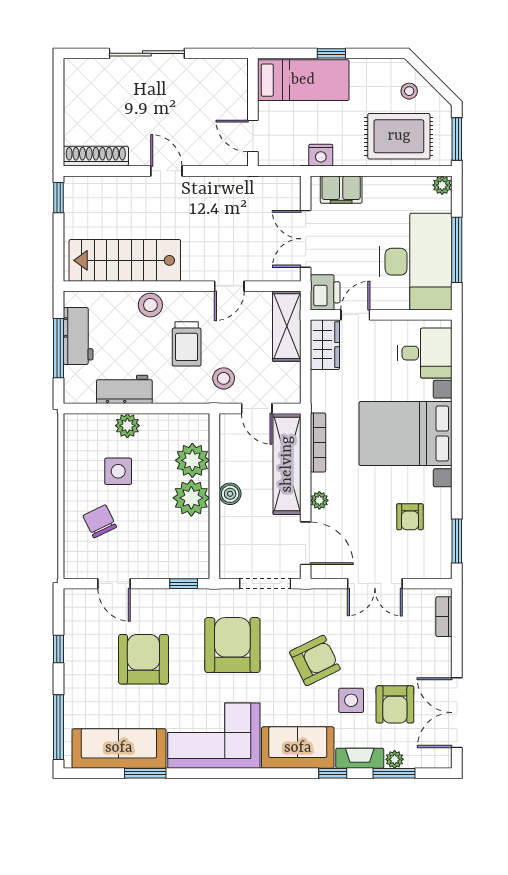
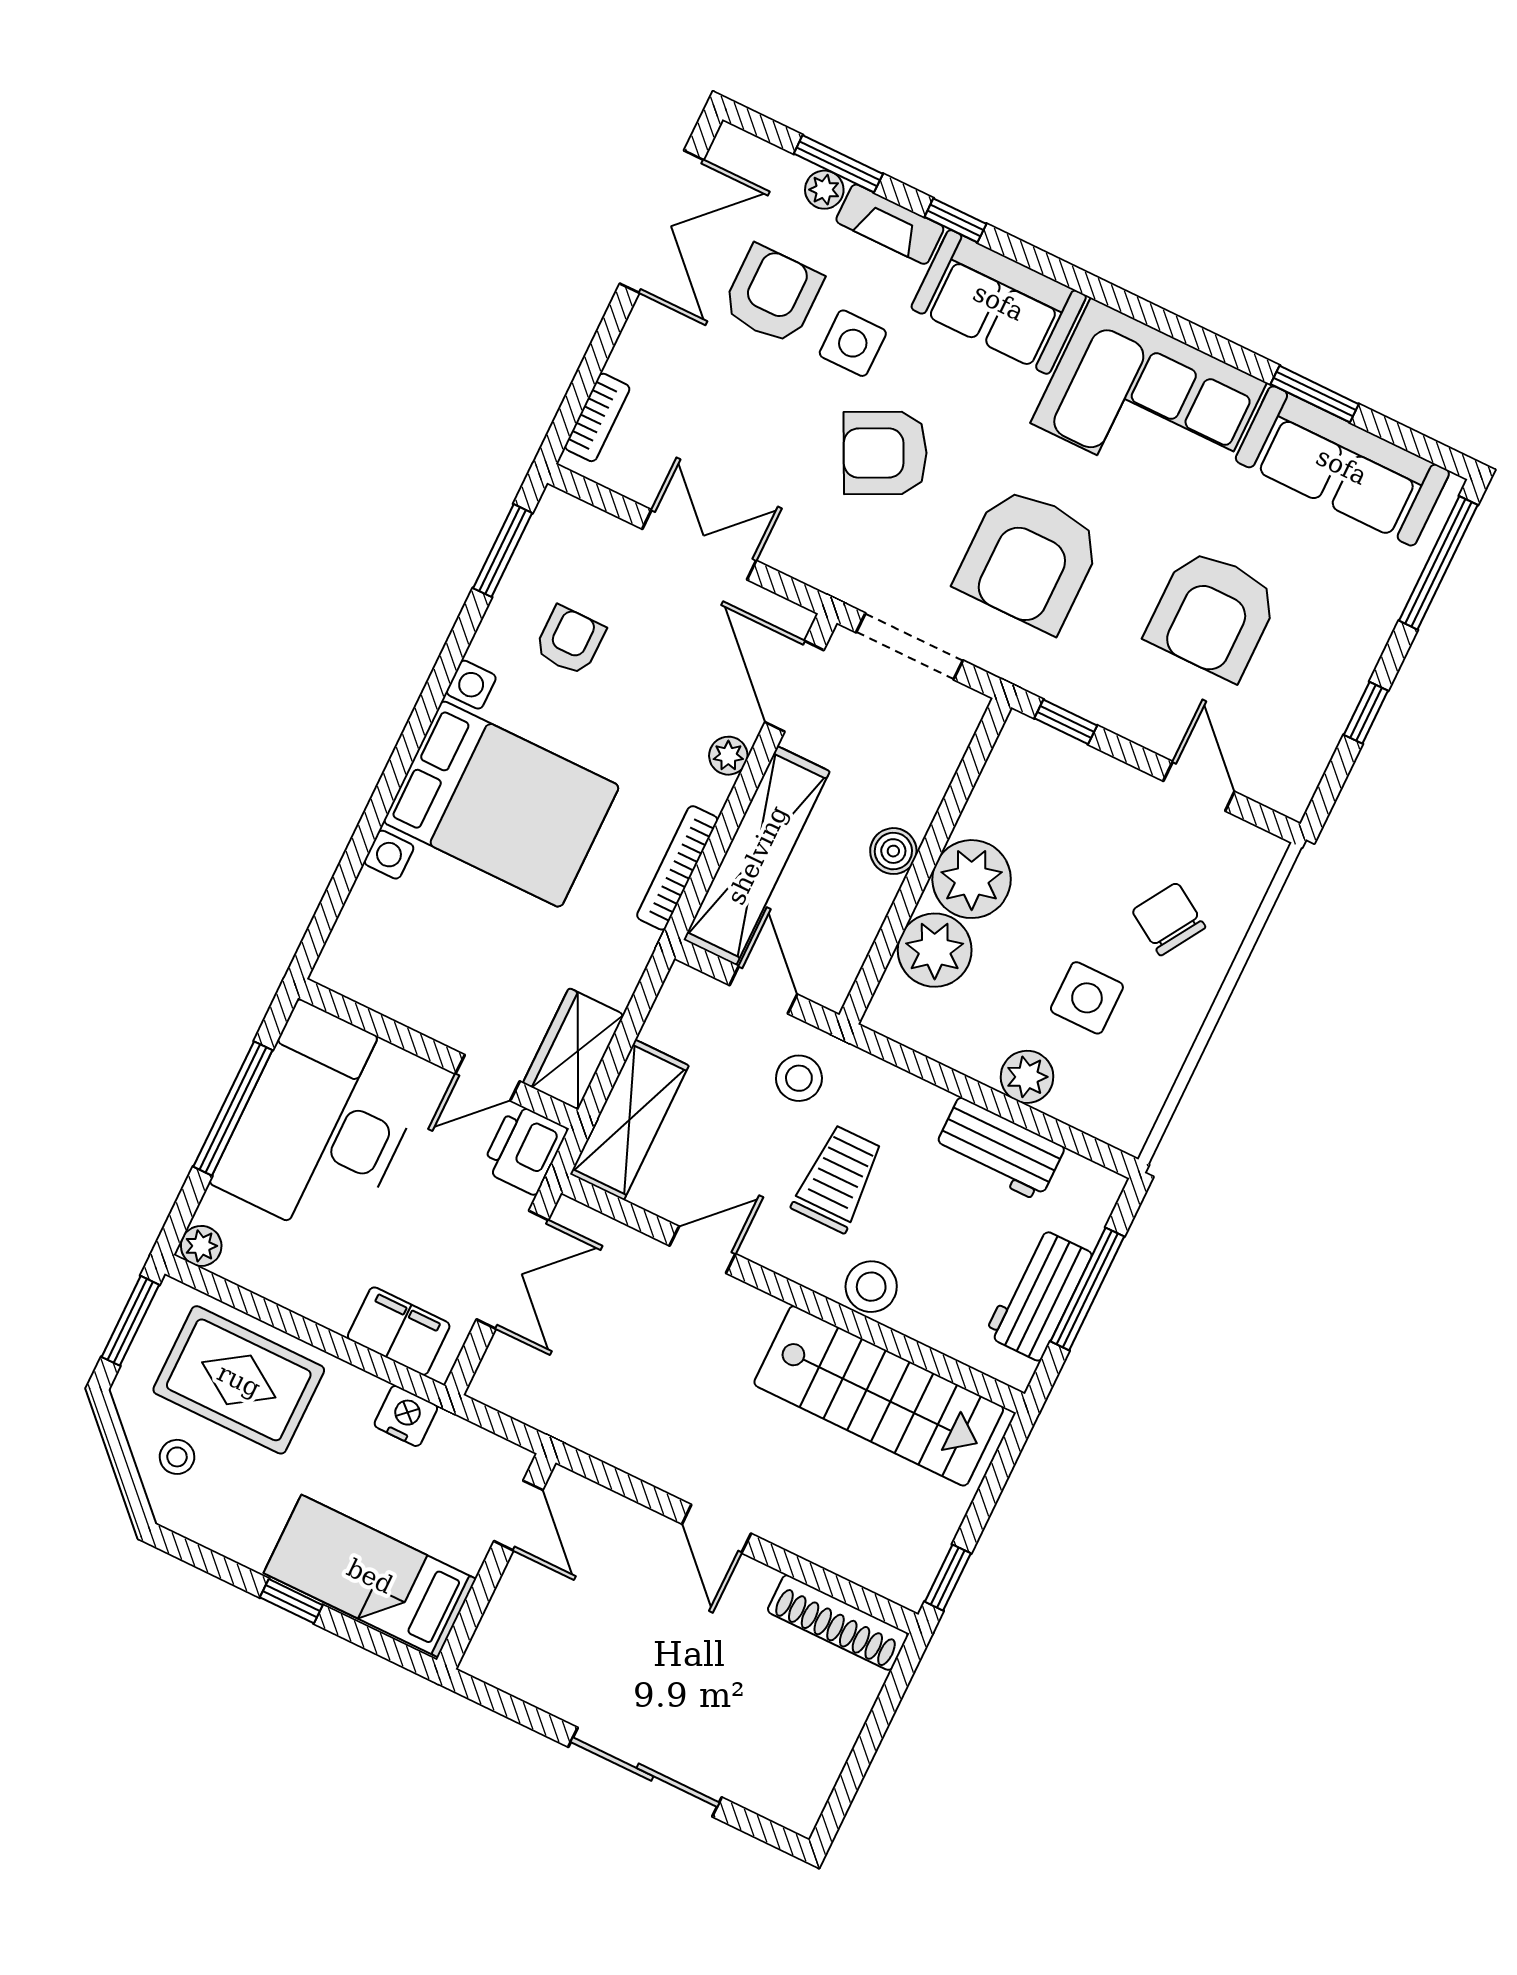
desk: (425, 353) -> (390, 940), removed
chair: (100, 521) -> (1169, 919), turned 148

